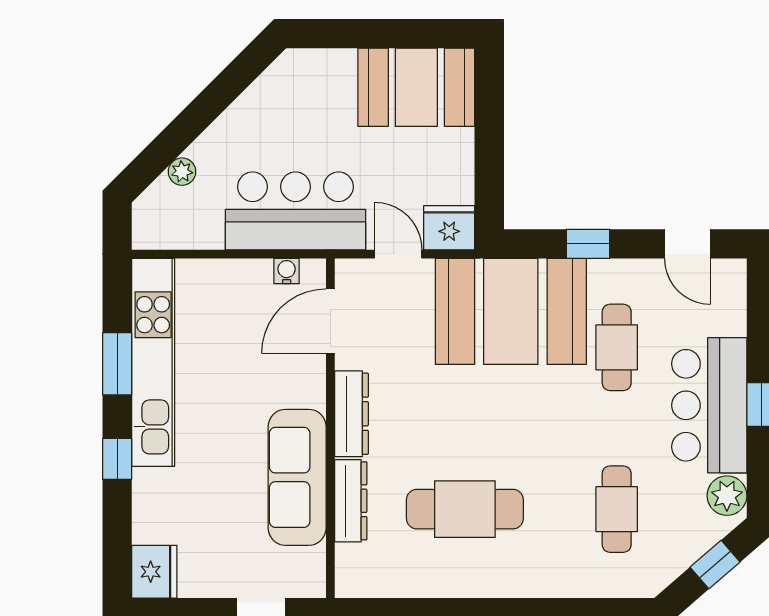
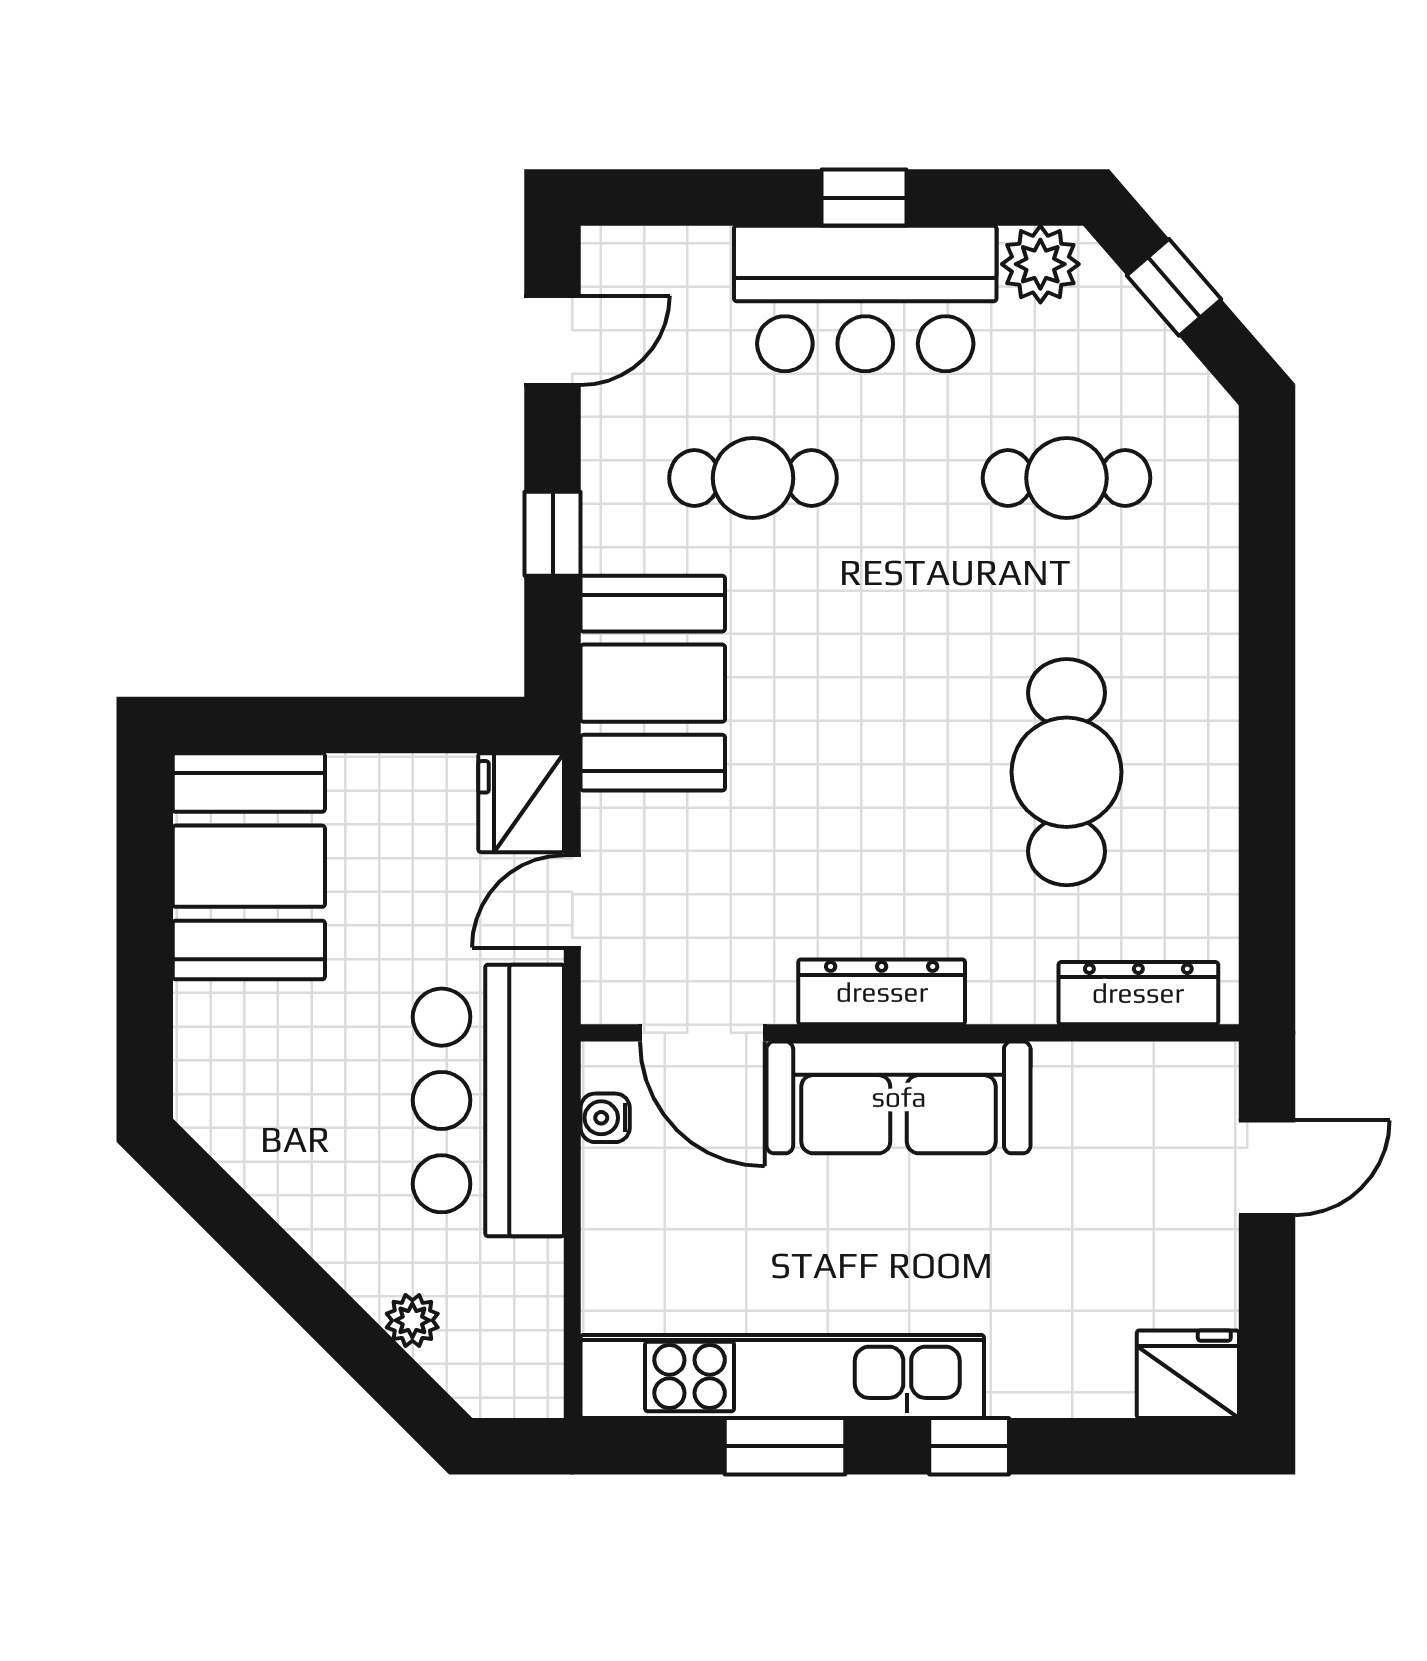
booth: (511, 311) -> (653, 683), width x0.73, depth x0.70
sofa: (297, 477) -> (899, 1097), moved
dresser: (351, 501) -> (1138, 993), moved

